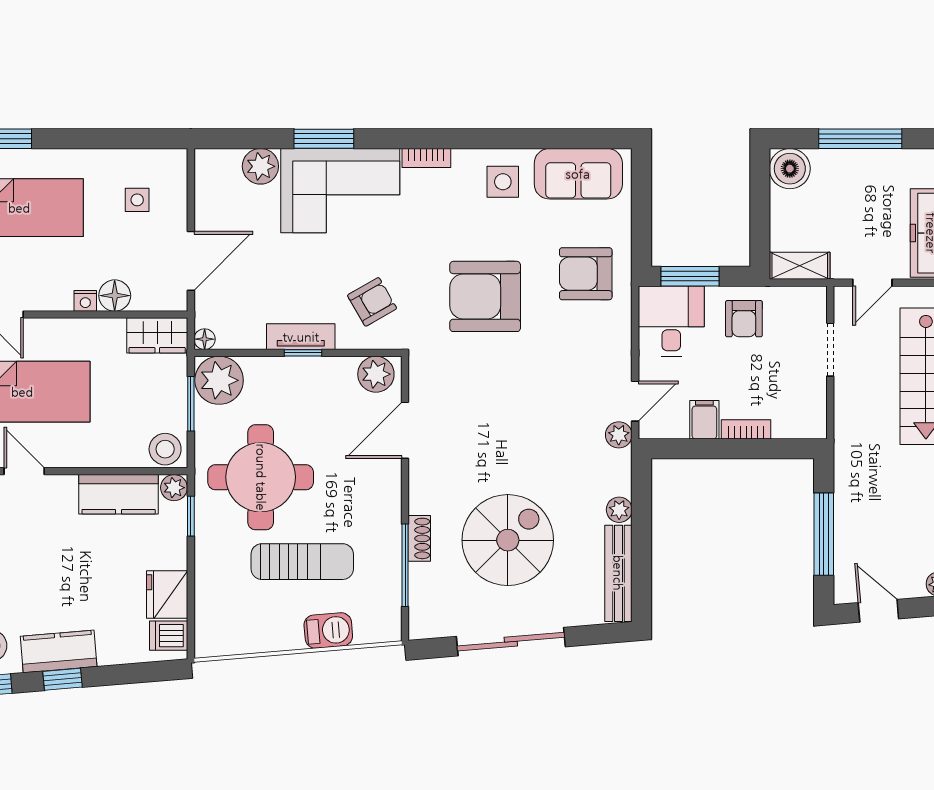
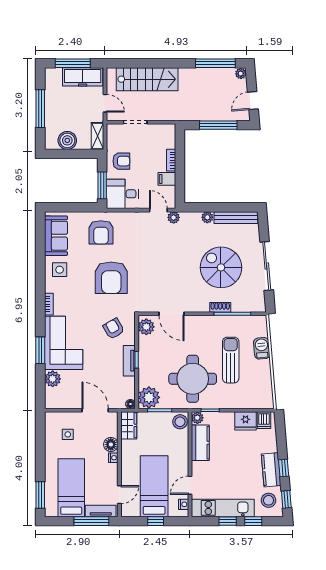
boiler: (790, 169) -> (67, 140), moved

